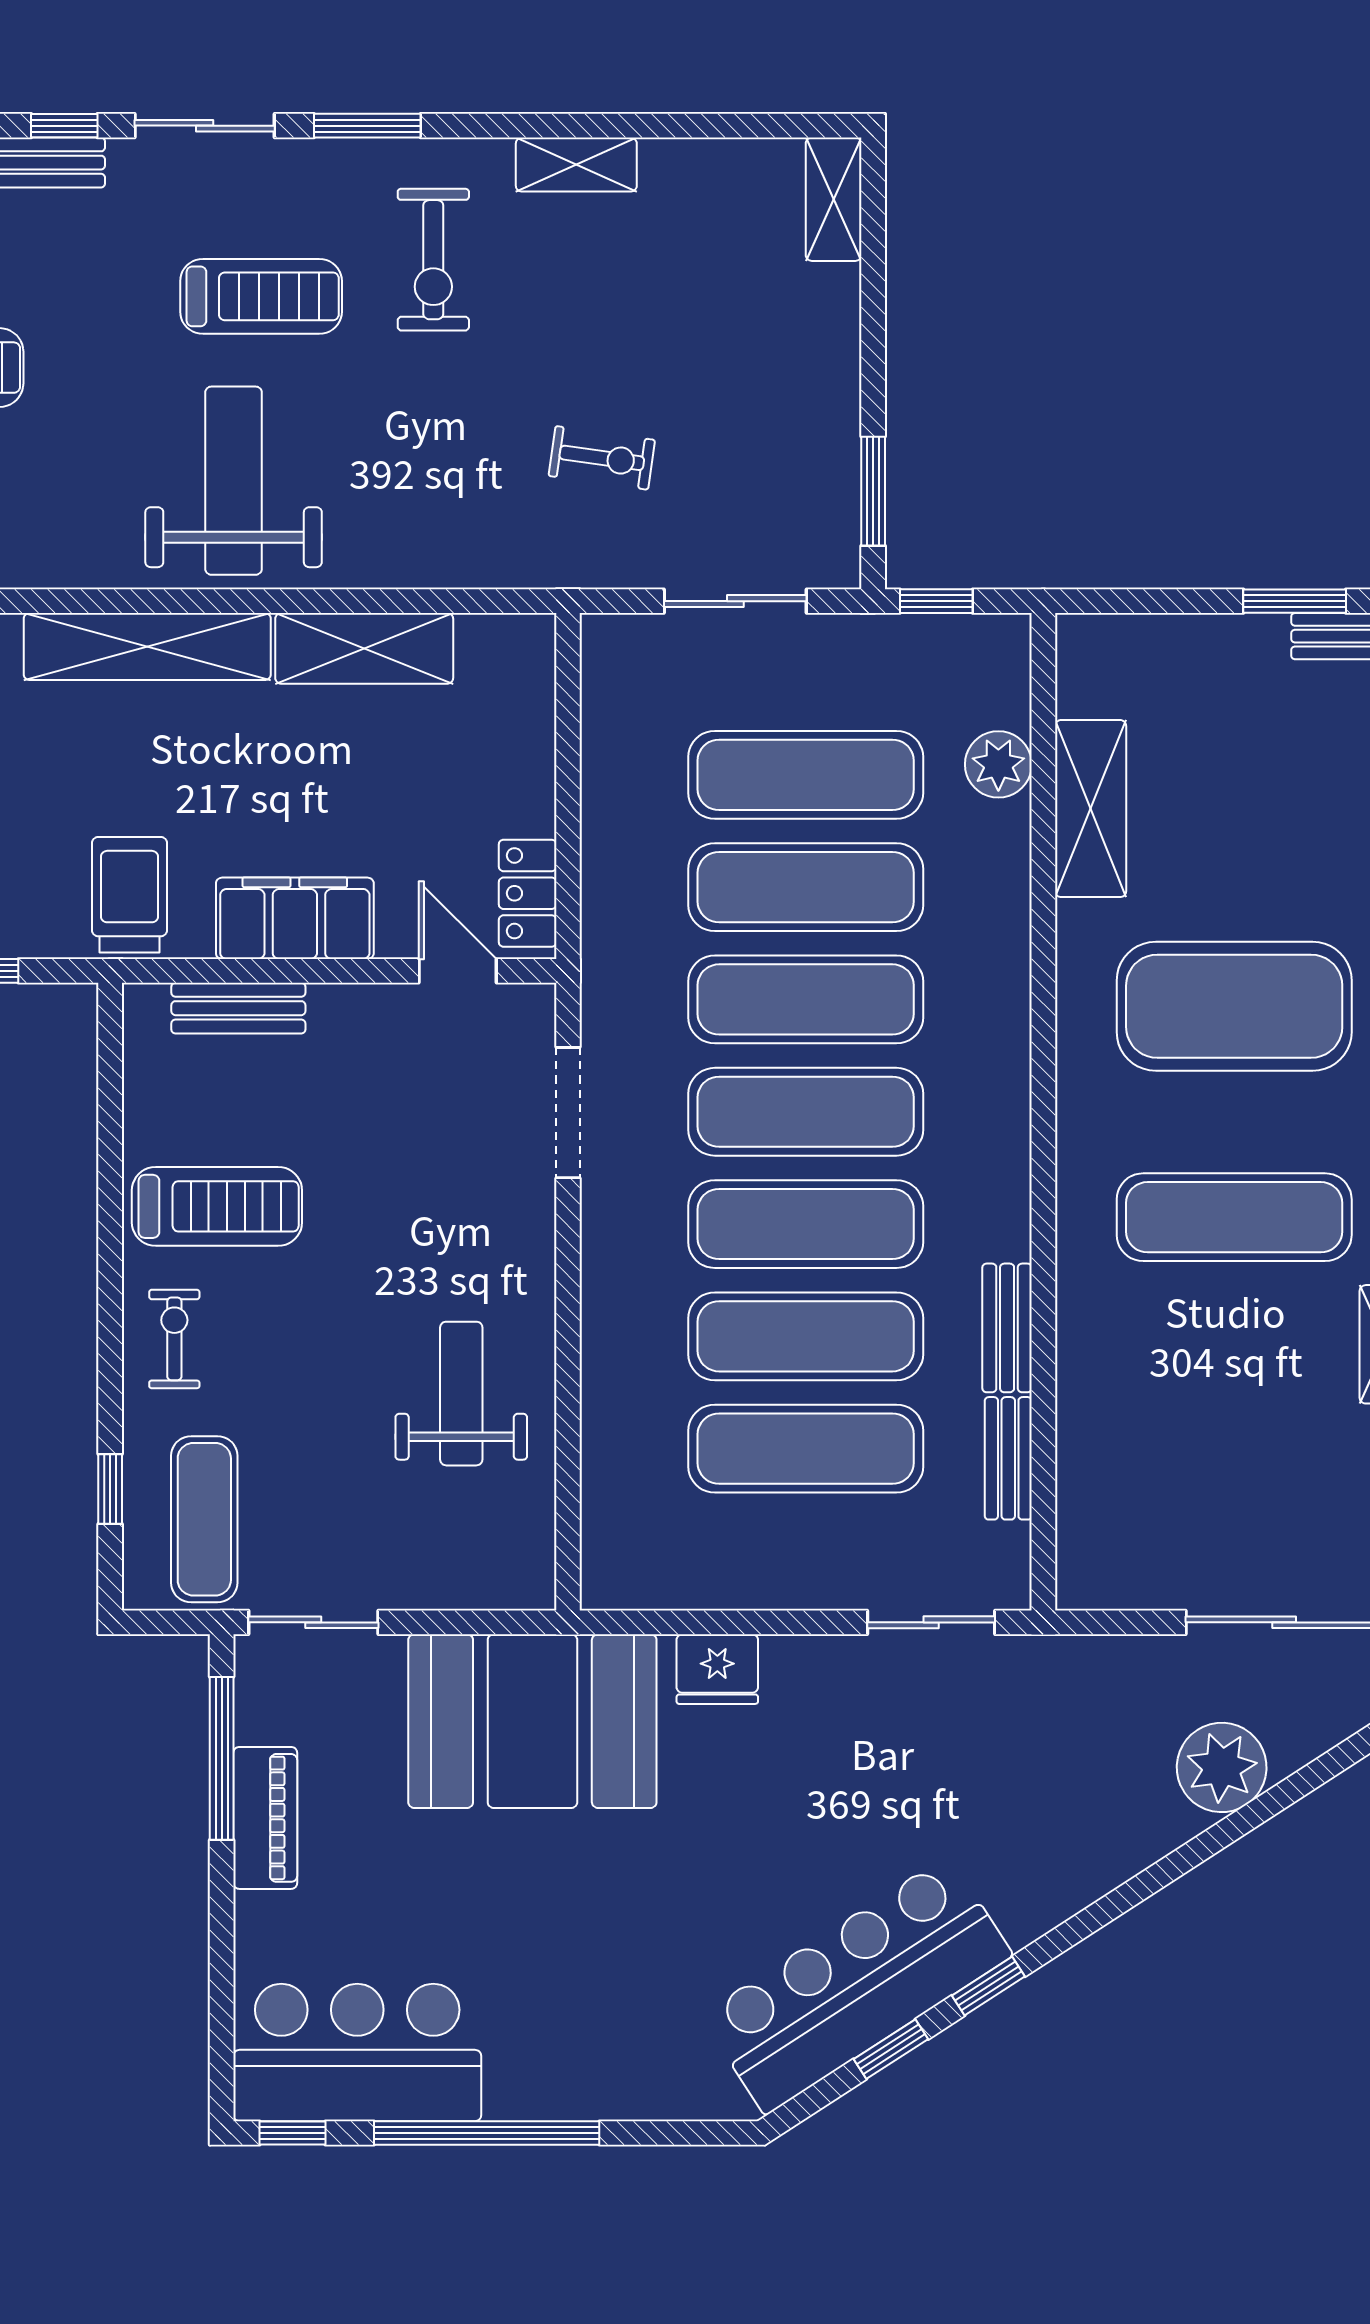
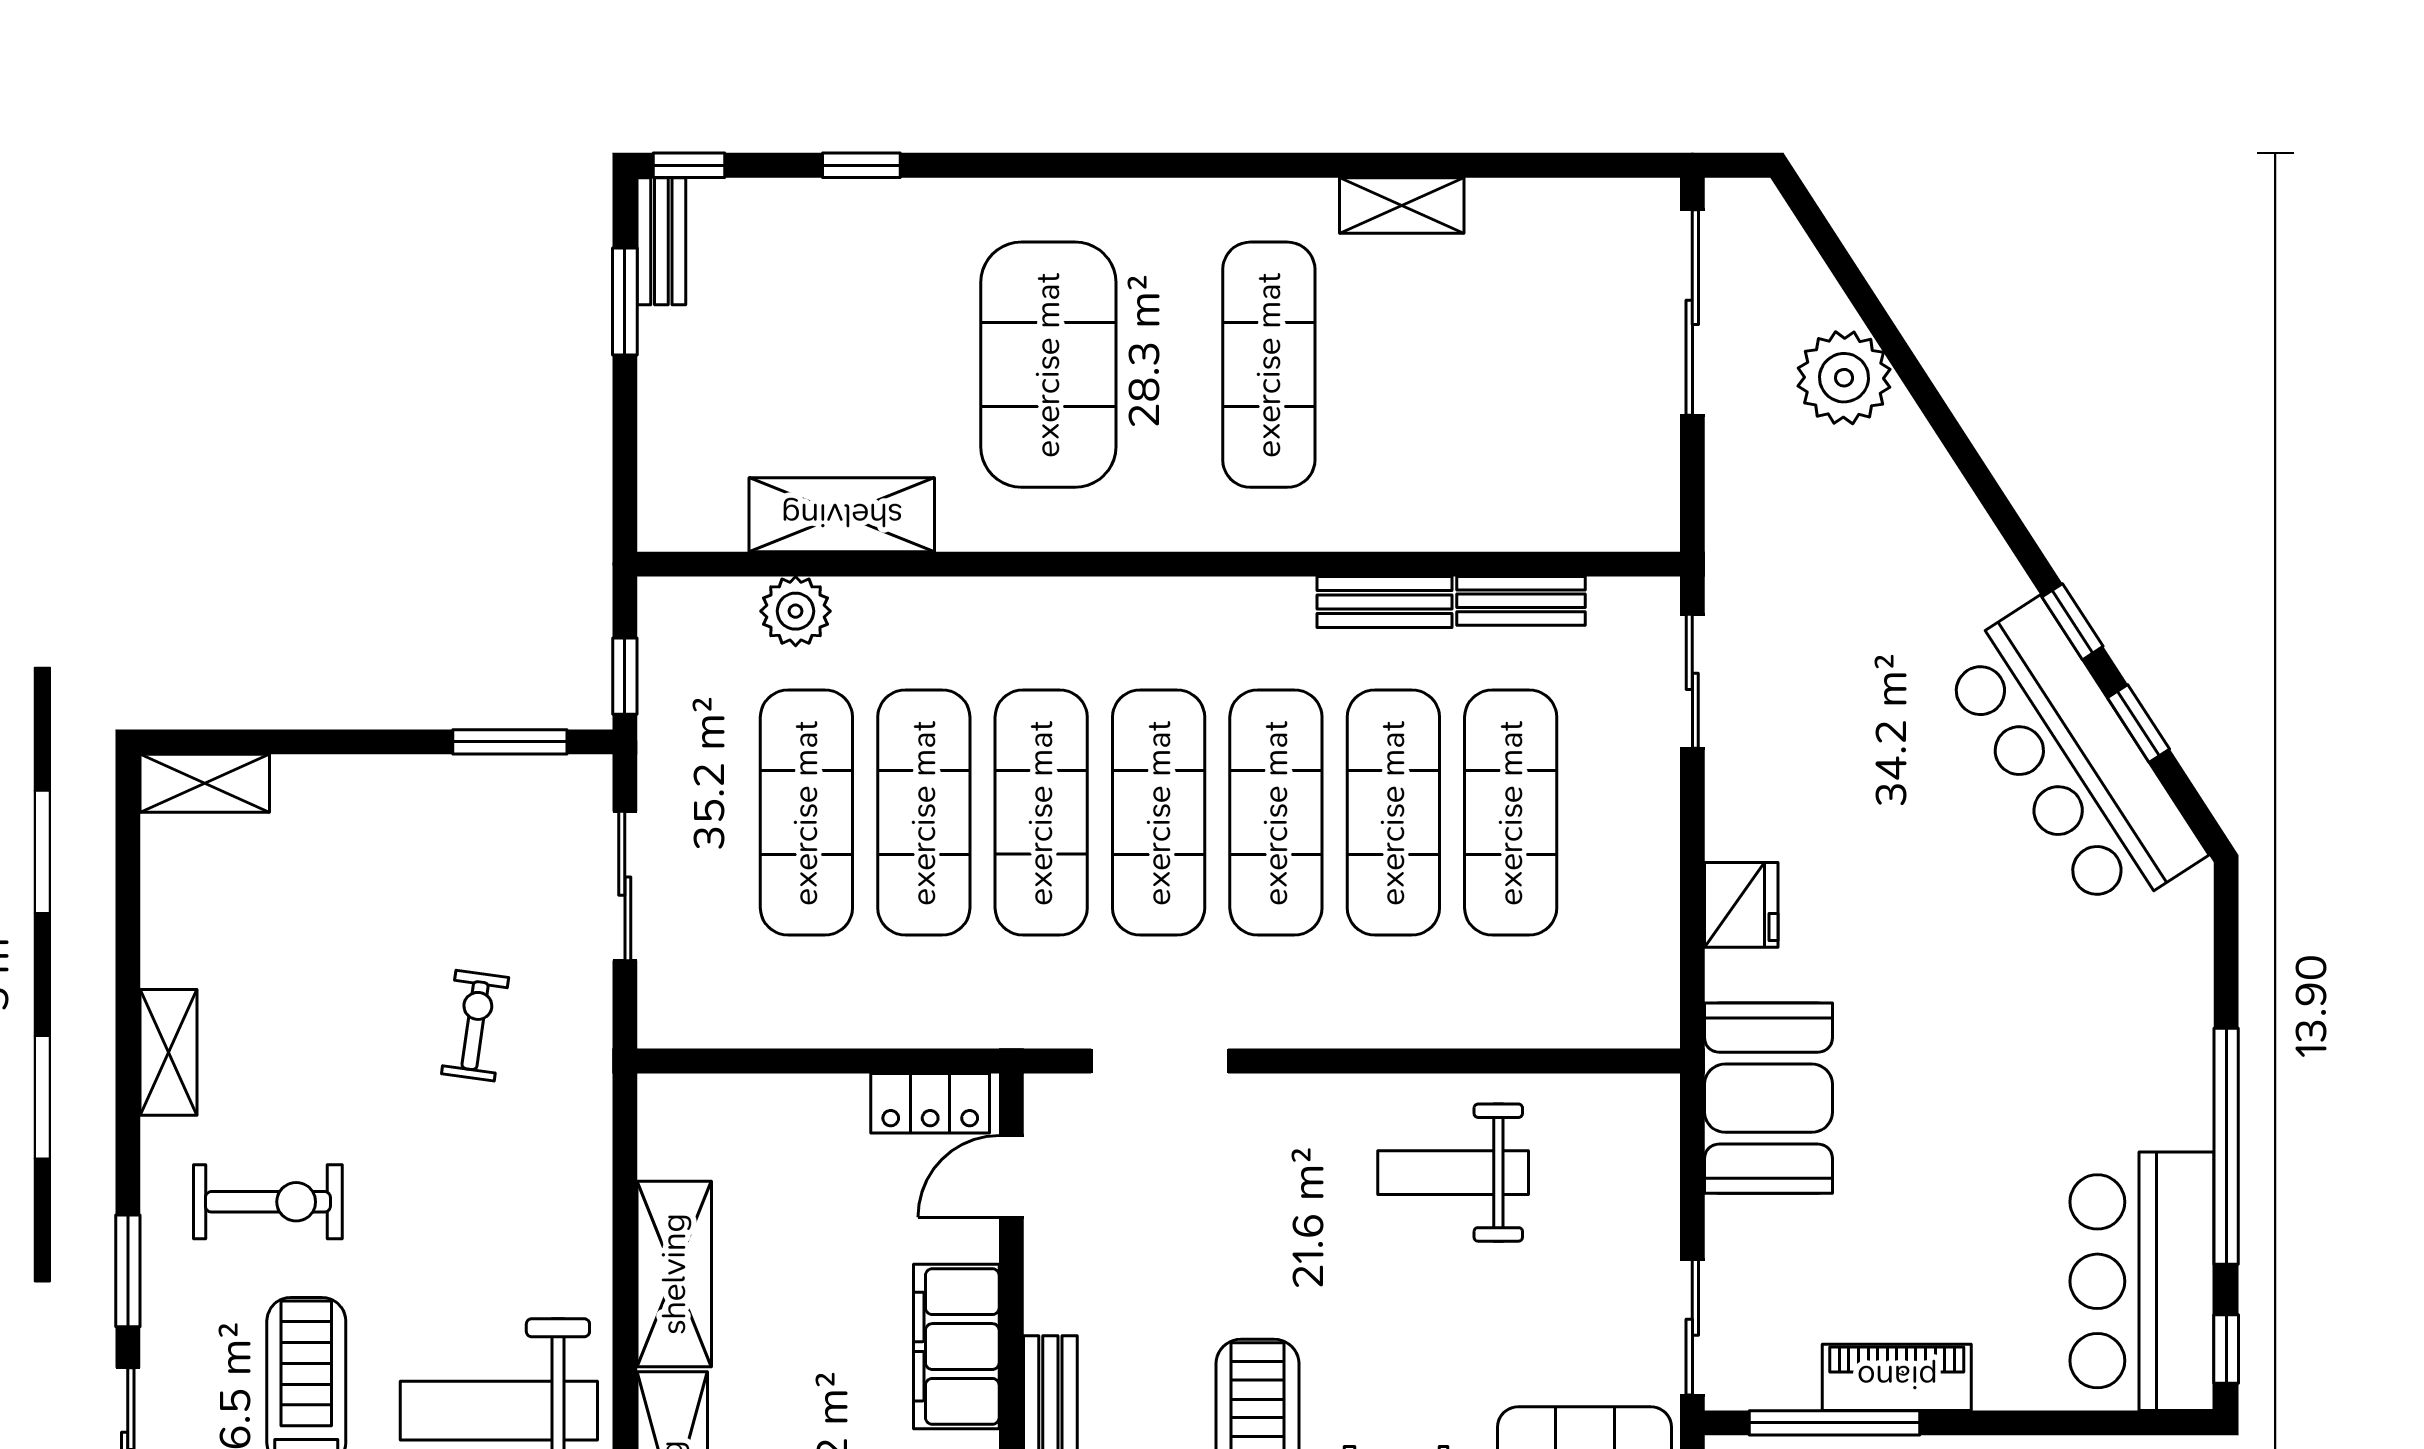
booth: (532, 1721) -> (1769, 1098), width x0.73, depth x0.70

